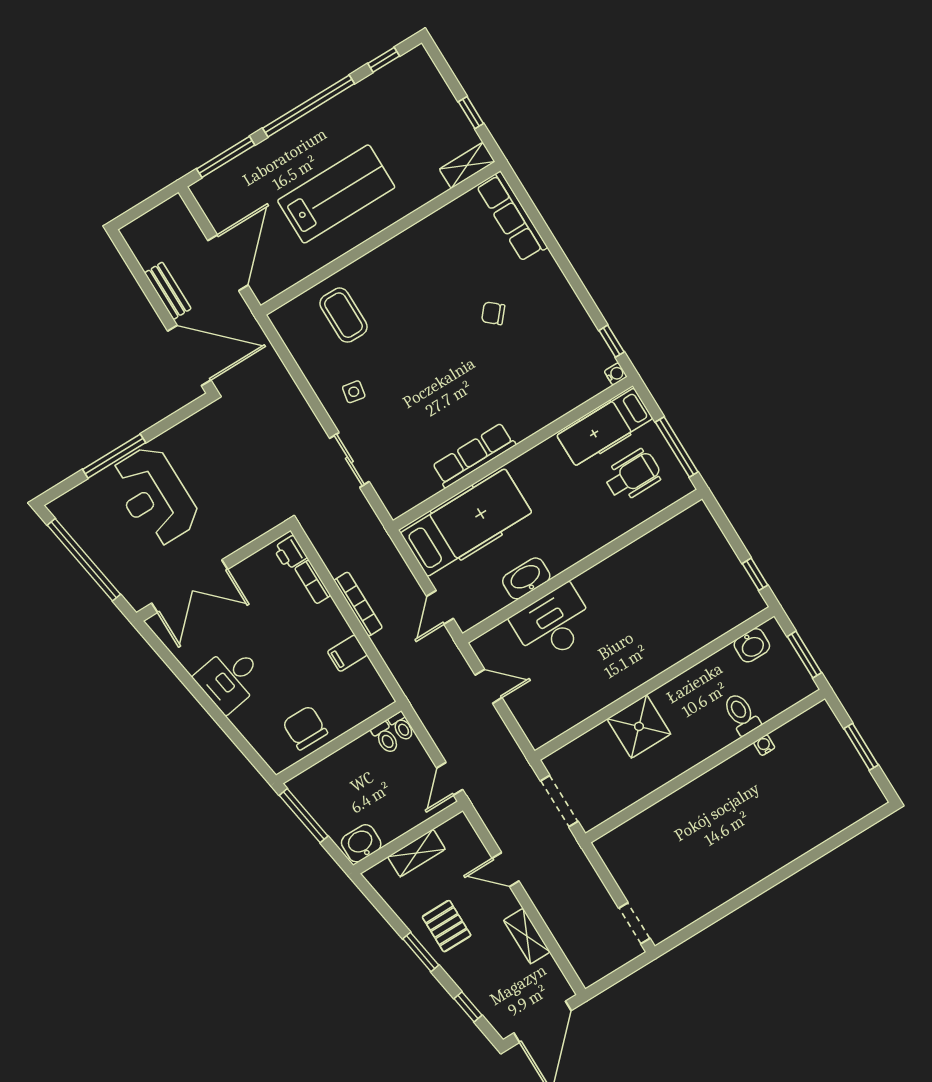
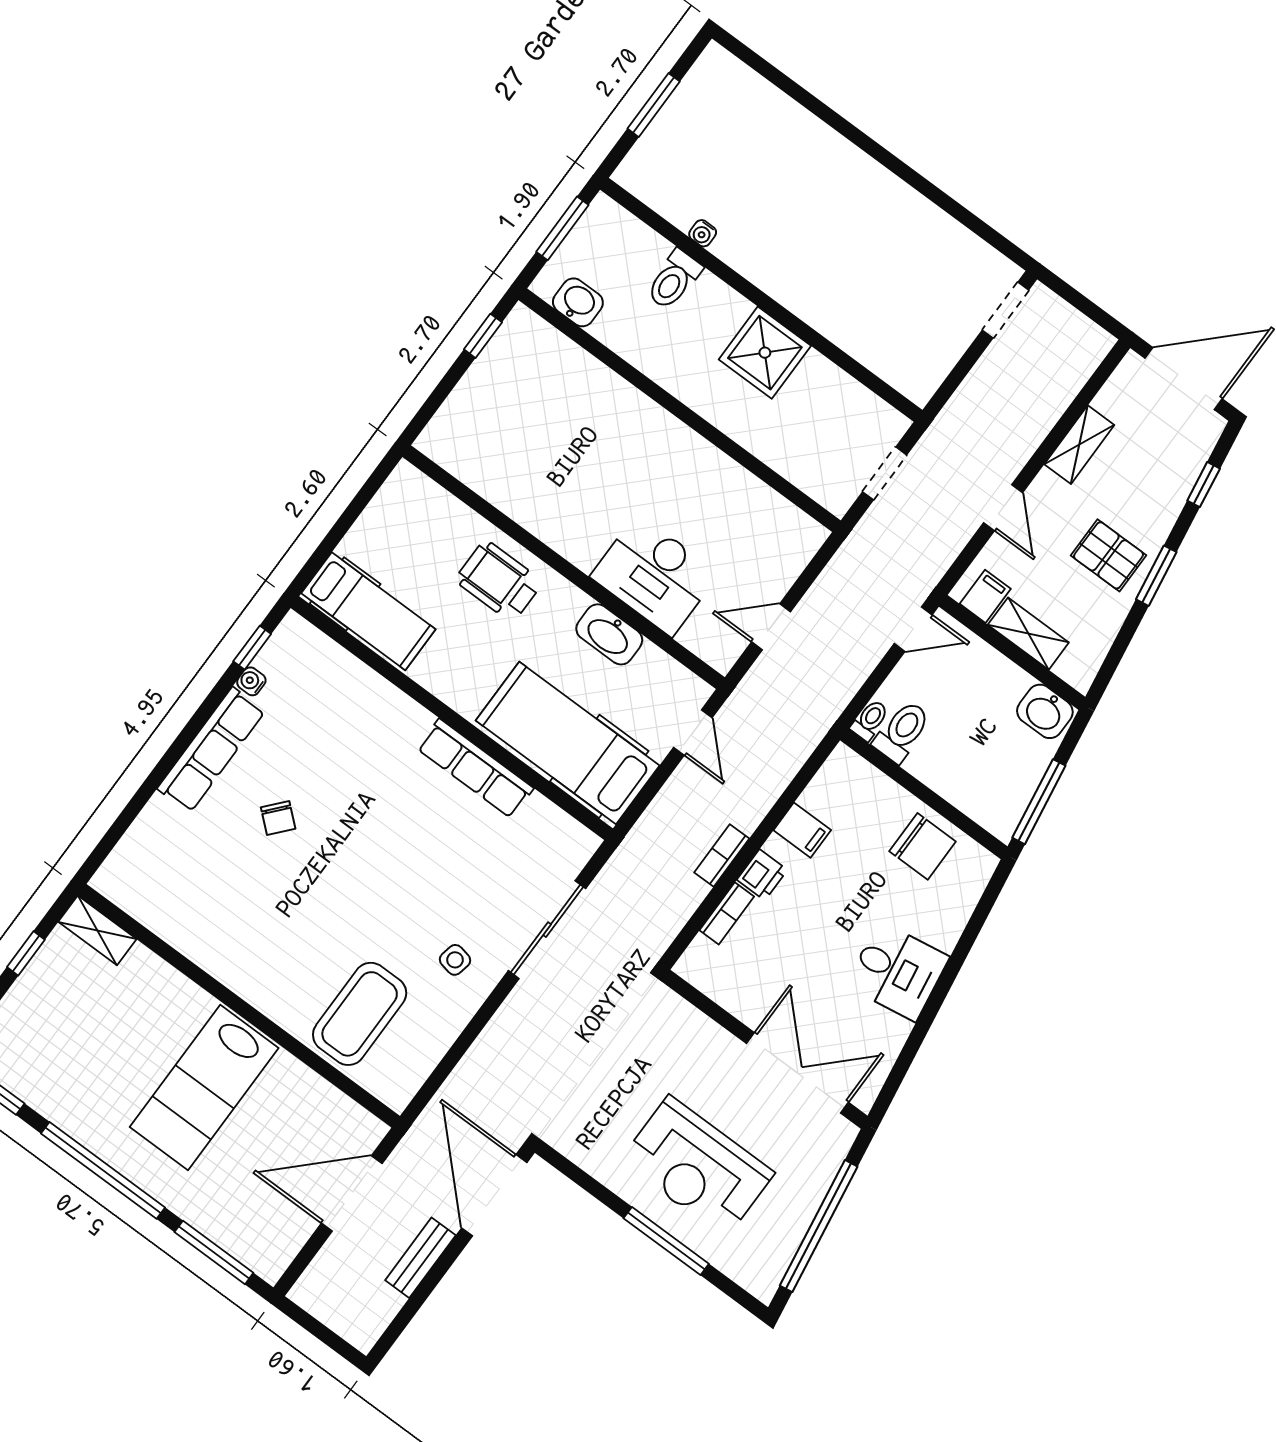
lab bench: (336, 194) -> (204, 1087), turned -90
row of seats: (512, 217) -> (211, 750), moved
coffee table: (343, 315) -> (360, 1014), width x1.36, depth x1.32
water cooler: (616, 374) -> (251, 681), moved
window: (677, 447) -> (357, 506), removed
sliding door: (349, 460) -> (547, 930), width x1.37
wheelchair: (633, 475) -> (499, 581), moved
reception desk: (155, 496) -> (697, 1167), turned 90
printer: (290, 553) -> (762, 875), moved
bookcase: (358, 604) -> (722, 856), width x0.64
door: (440, 607) -> (693, 733), hinge flipped
door: (489, 686) -> (771, 627), hinge flipped
shower: (639, 726) -> (765, 353), moved
chair: (305, 728) -> (923, 846), turned -90
toilet: (385, 738) -> (902, 732), width x1.37, depth x1.39
doorway: (559, 801) -> (885, 473), width x0.73
filing cabinet: (452, 835) -> (985, 596), added
pallet: (447, 926) -> (1108, 555), turned 90

